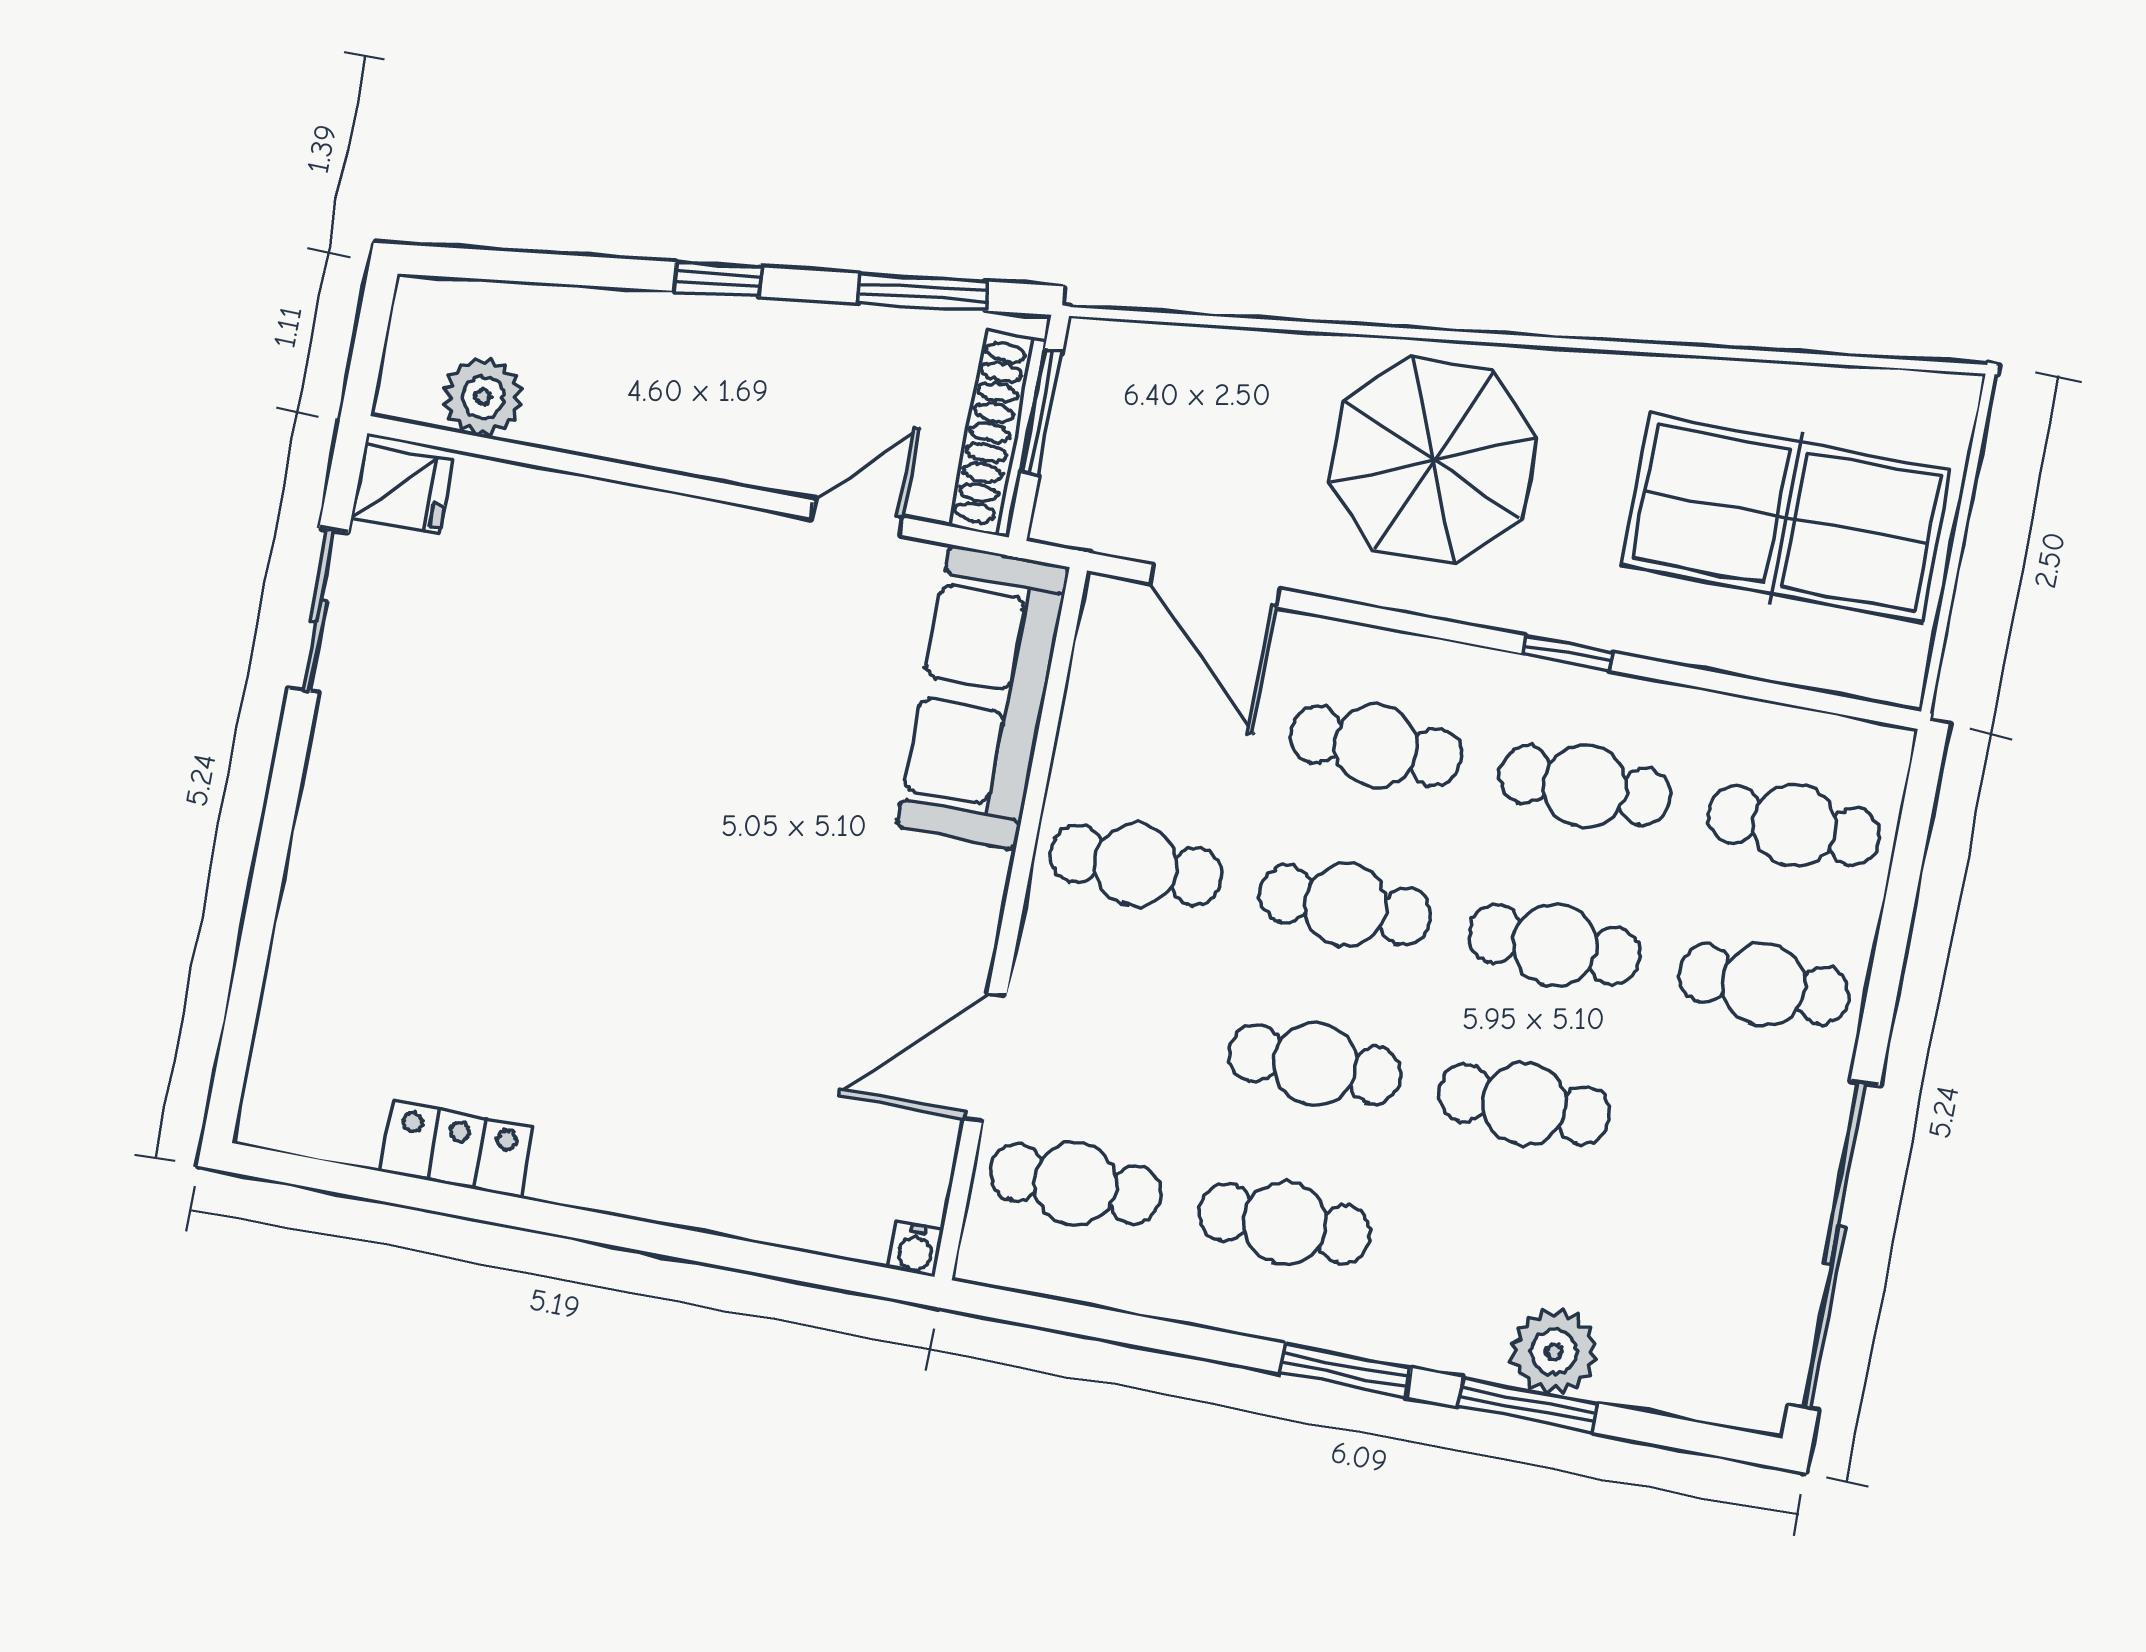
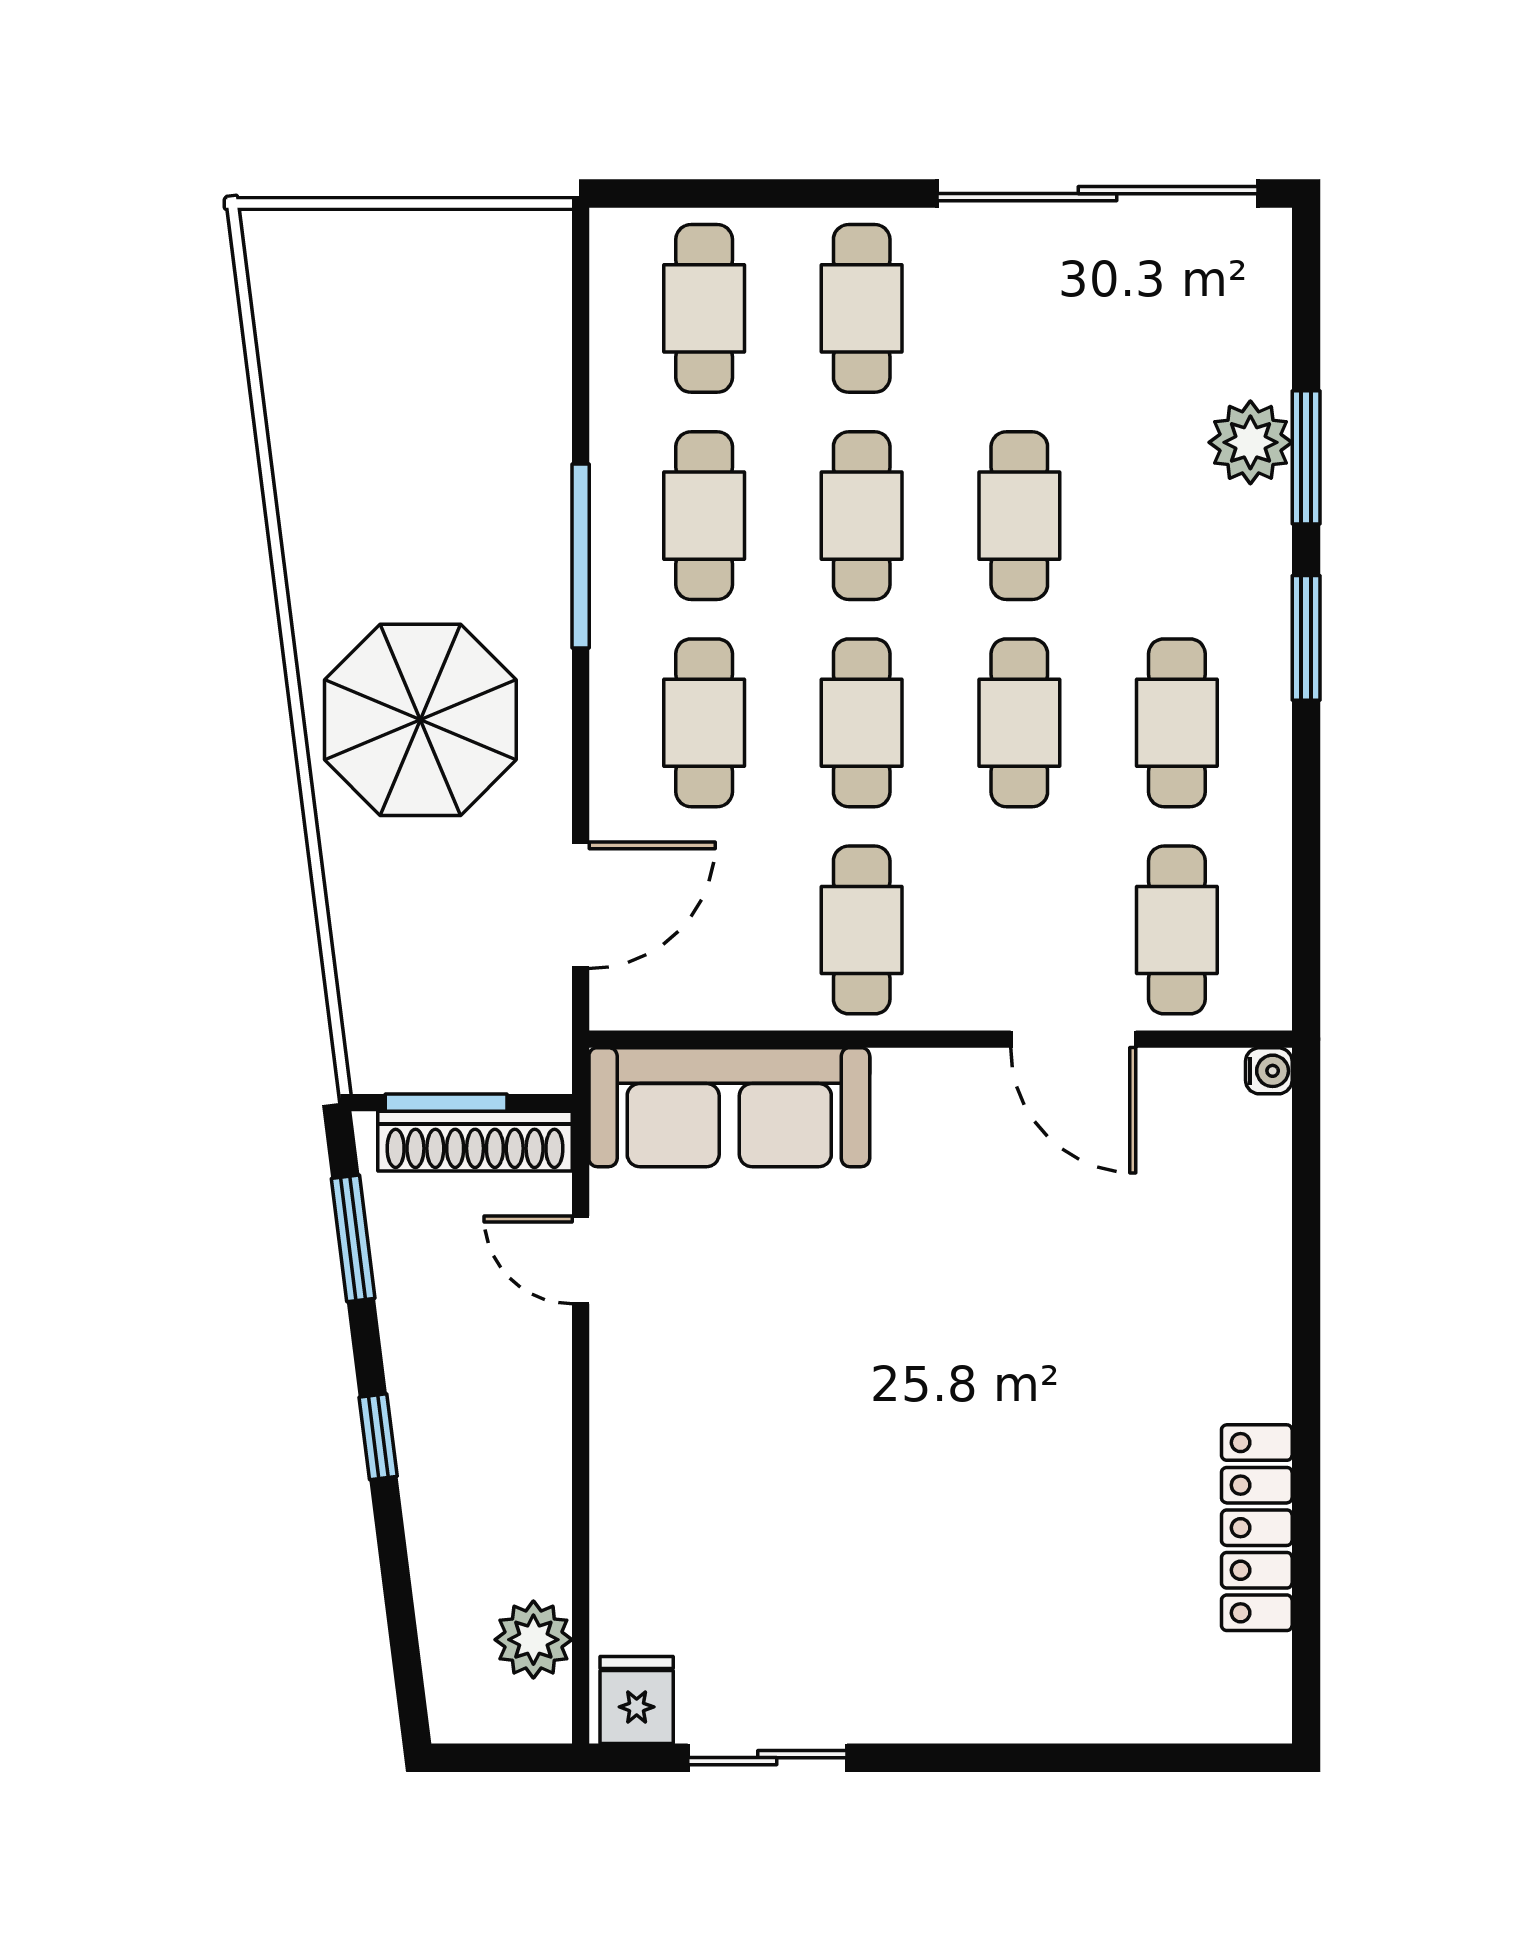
table tennis table: (1786, 518) -> (411, 372), removed
window: (1568, 653) -> (581, 556), width x2.17
locker: (456, 1149) -> (1257, 1528), width x1.53

